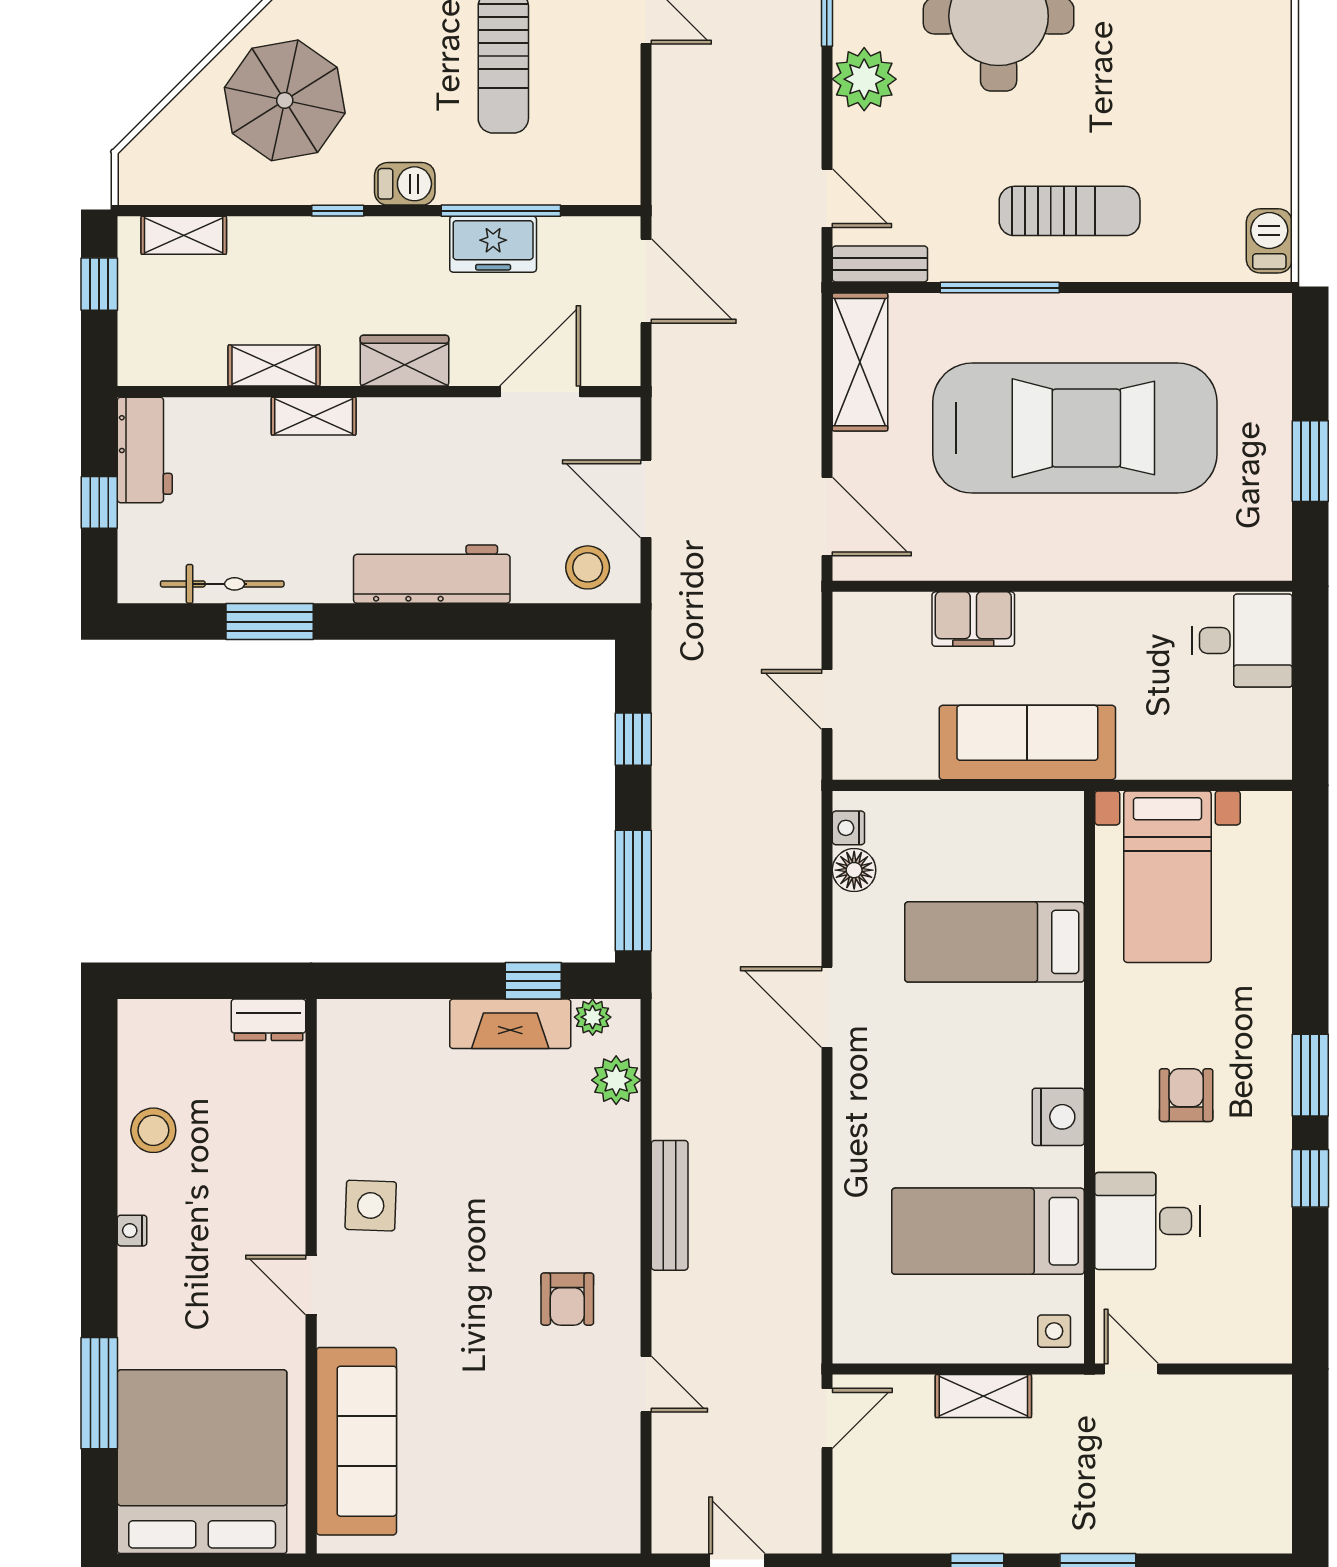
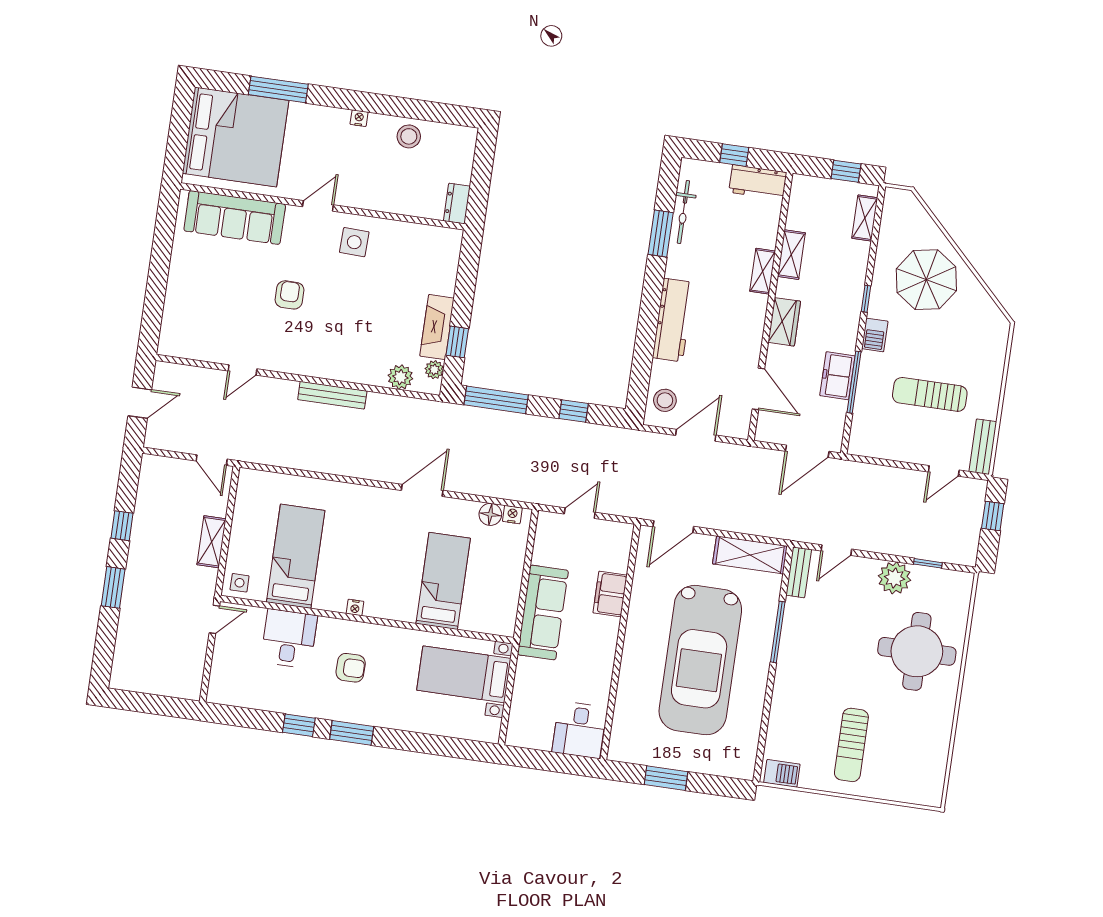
sun lounger: (1070, 211) -> (851, 745), moved
nightstand: (1058, 1117) -> (355, 608), width x0.53, depth x0.56
armchair: (567, 1299) -> (290, 295), moved, turned 90

